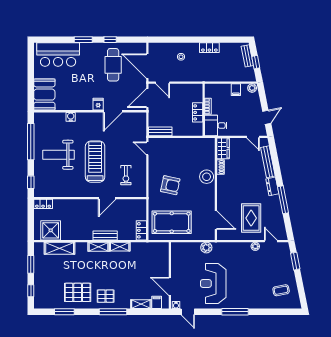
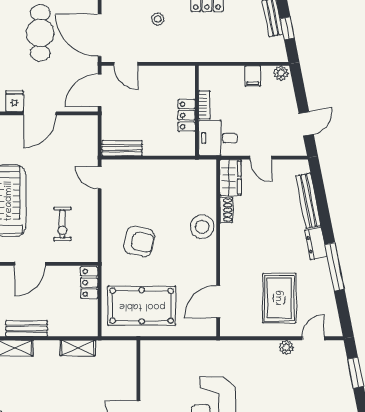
door: (253, 137) -> (261, 158), moved
door: (216, 220) -> (218, 302), swing flipped
locker: (141, 230) -> (89, 283), moved
door: (271, 241) -> (313, 338), hinge flipped
shelving: (120, 247) -> (78, 348), moved
plant: (206, 248) -> (202, 349), removed

